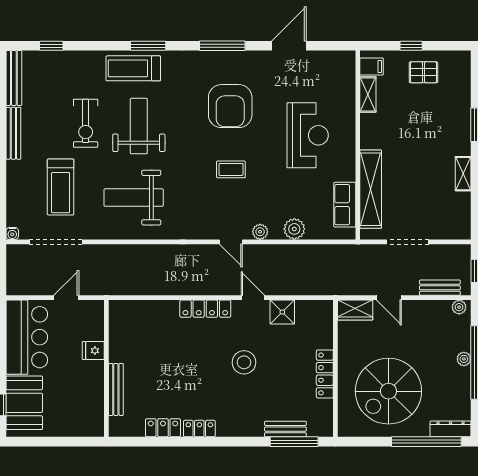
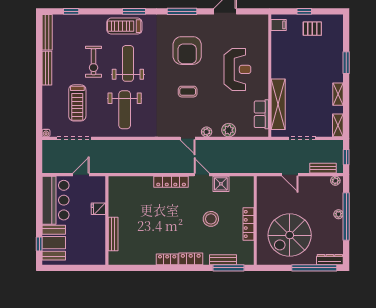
shelving: (368, 94) -> (338, 125), moved
weight bench: (134, 198) -> (125, 110), turned -90
wardrobe: (355, 310) -> (268, 183), removed
stool: (244, 362) -> (211, 219), moved
locker: (163, 428) -> (191, 259), moved

